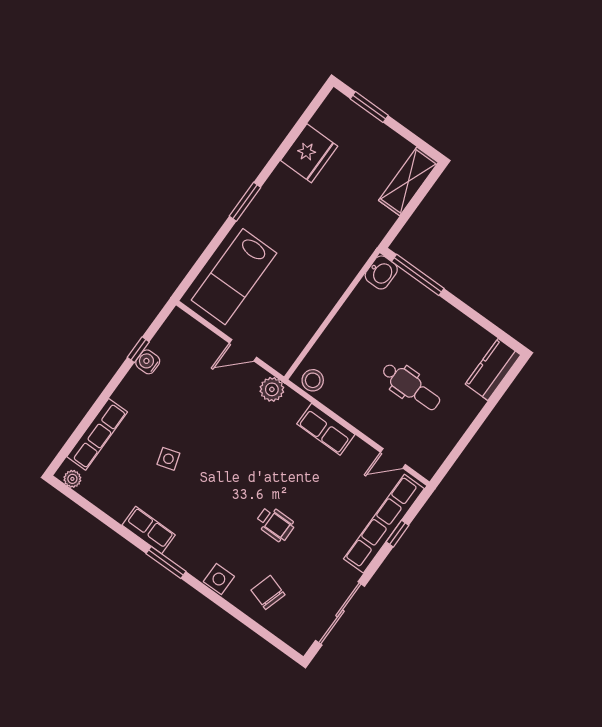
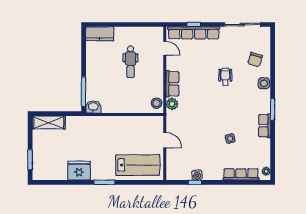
fridge: (309, 153) -> (79, 171), moved
dental chair: (411, 387) -> (131, 62), turned 180
plant: (272, 389) -> (172, 104), moved

